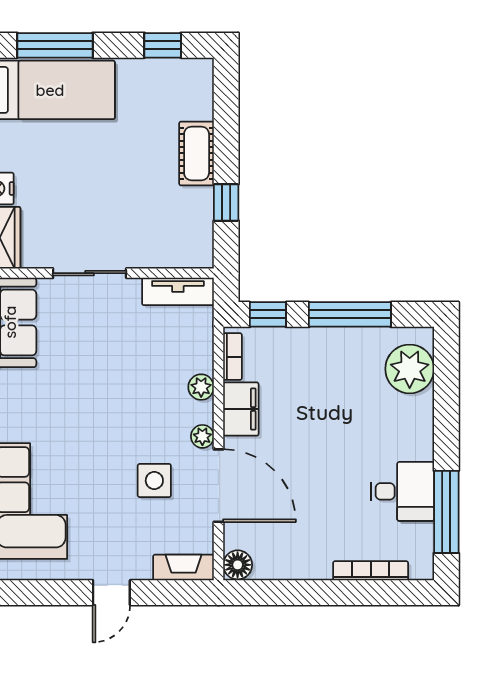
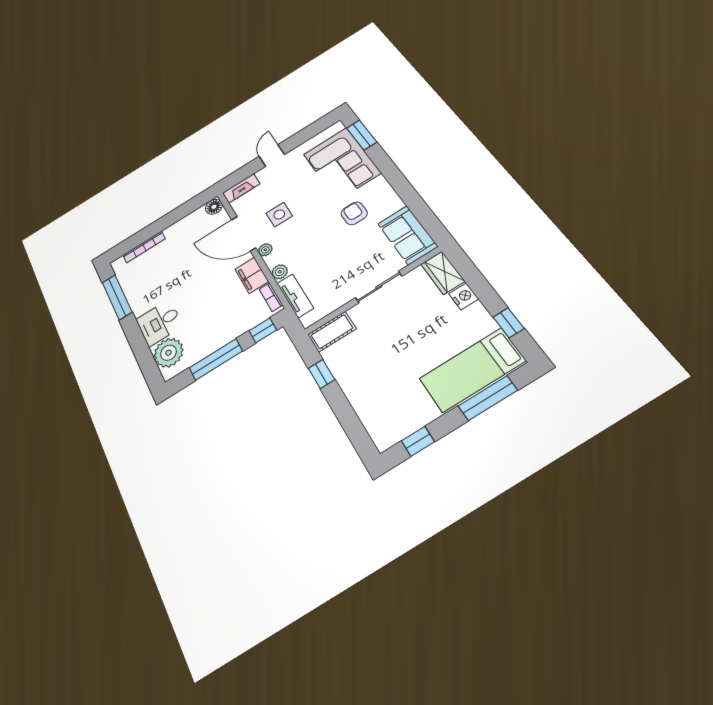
cot: (197, 153) -> (332, 332), moved, turned 90
tv unit: (178, 291) -> (295, 296), moved, turned 90
armchair: (56, 406) -> (354, 213), added
desk: (402, 491) -> (159, 323), moved

